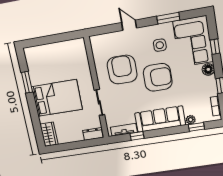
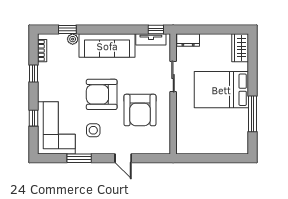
floor lamp: (208, 69) -> (44, 94), removed
window: (27, 82) -> (252, 114), width x1.44
window: (137, 136) -> (156, 30), moved

